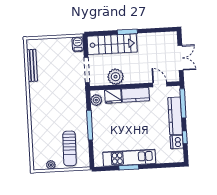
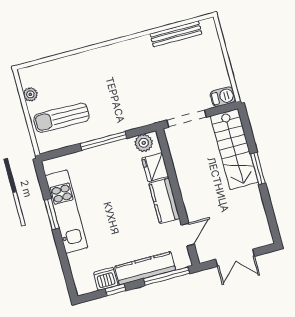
plant: (116, 77) -> (186, 165), removed

